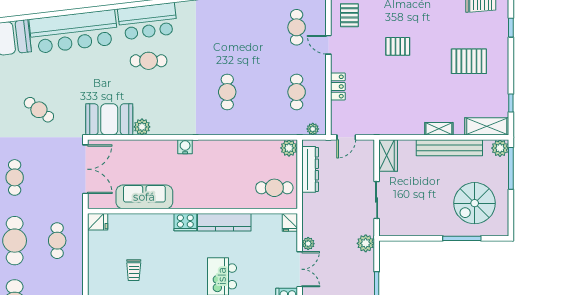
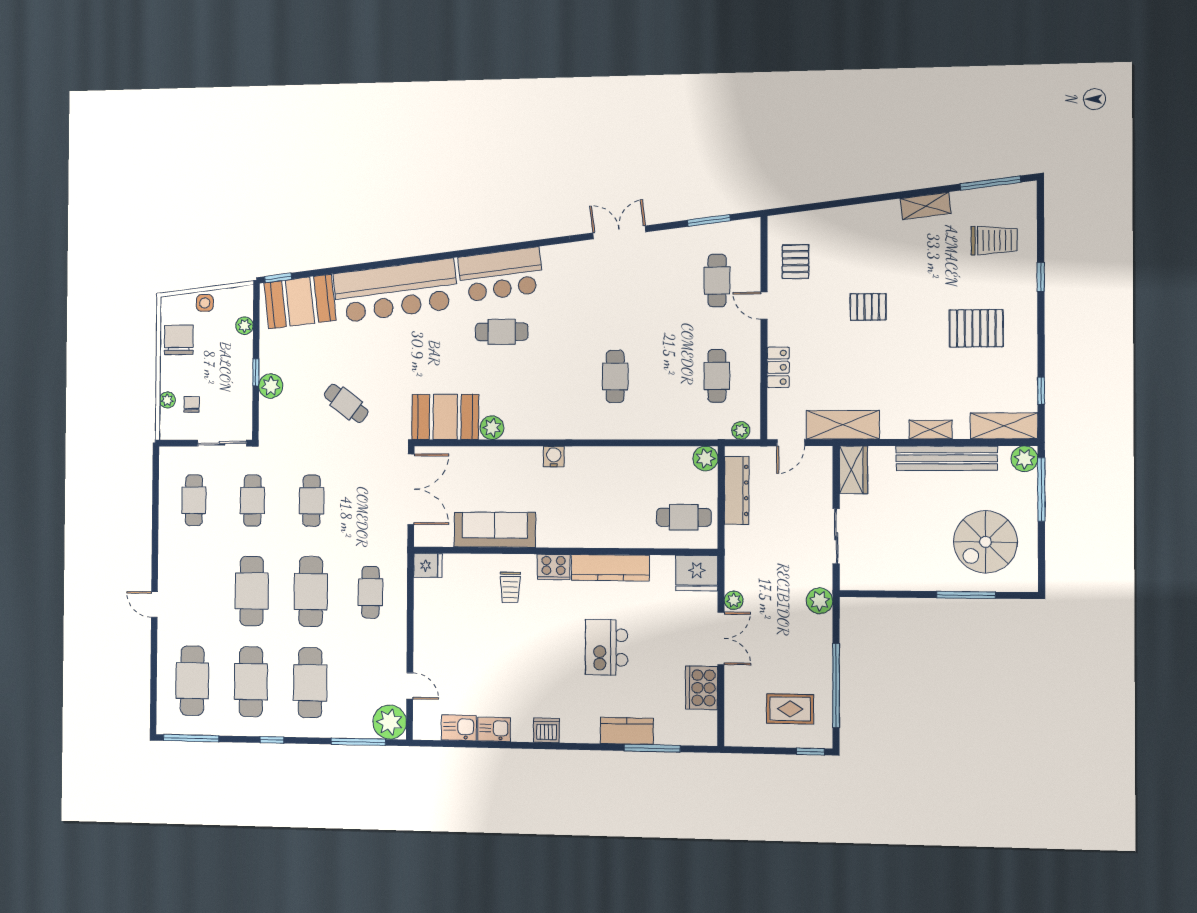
shelving: (381, 125) -> (843, 425), added
fridge: (290, 222) -> (697, 573), width x1.88, depth x1.34
trolley: (134, 270) -> (510, 587), moved

